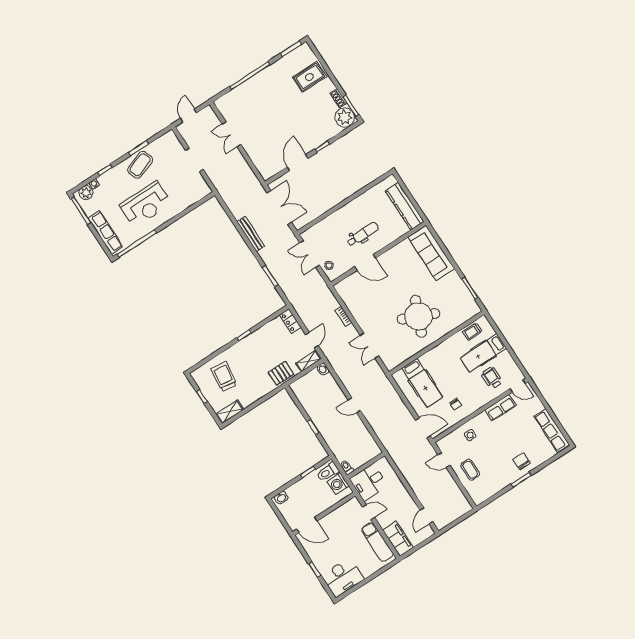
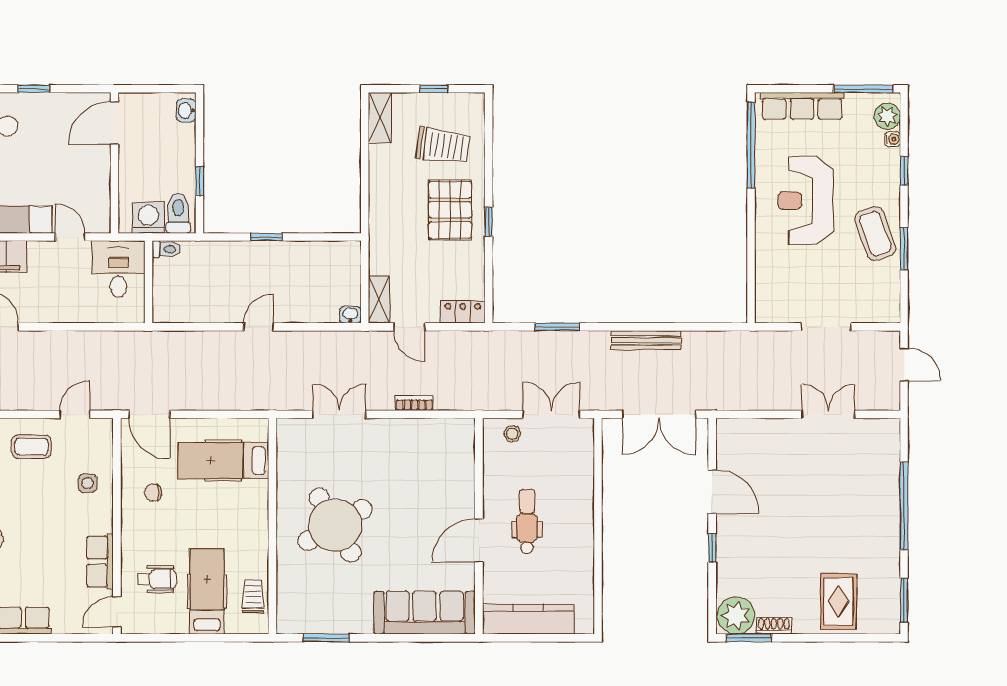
dental chair: (363, 234) -> (527, 521), turned 180
door: (365, 262) -> (479, 540), moved
round table: (418, 316) -> (335, 525), turned 37
pallet: (281, 373) -> (450, 210), moved, width x1.50, depth x1.42
door: (423, 428) -> (149, 414), hinge flipped
door: (369, 512) -> (70, 237), swing flipped

